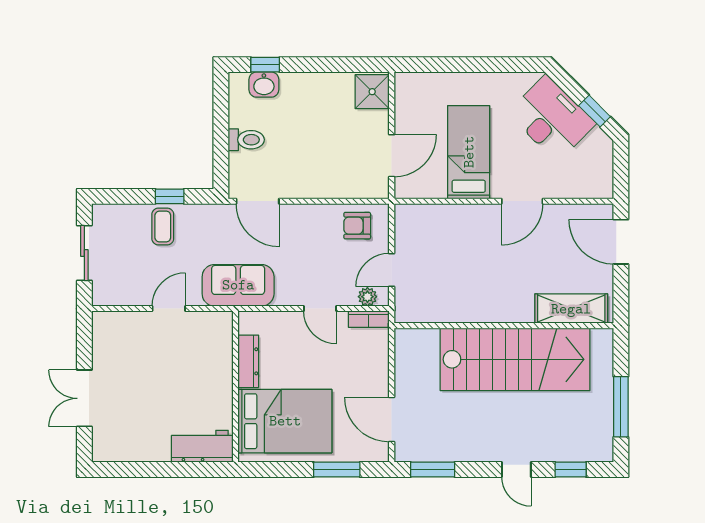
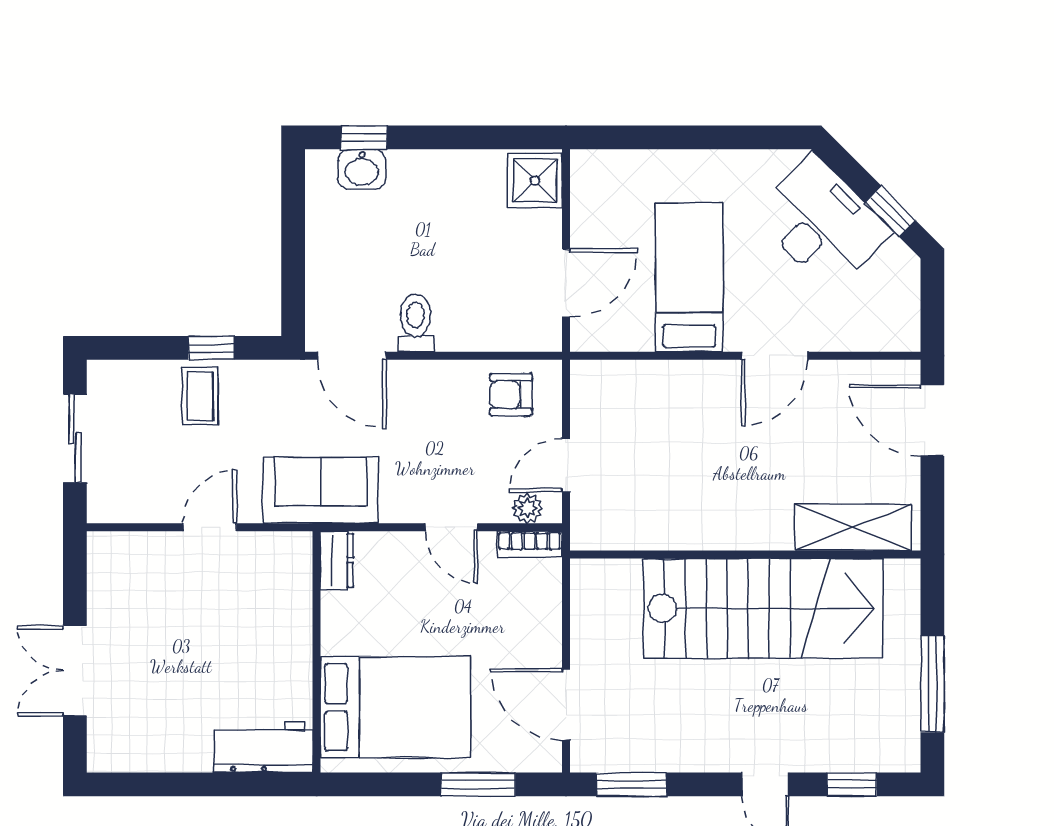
toilet: (246, 140) -> (416, 323), moved, turned -90
dresser: (248, 361) -> (337, 560), moved, width x0.70

